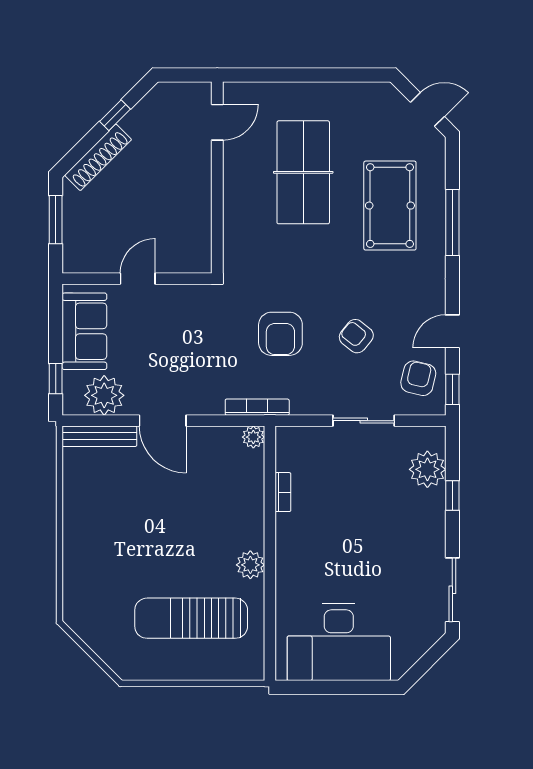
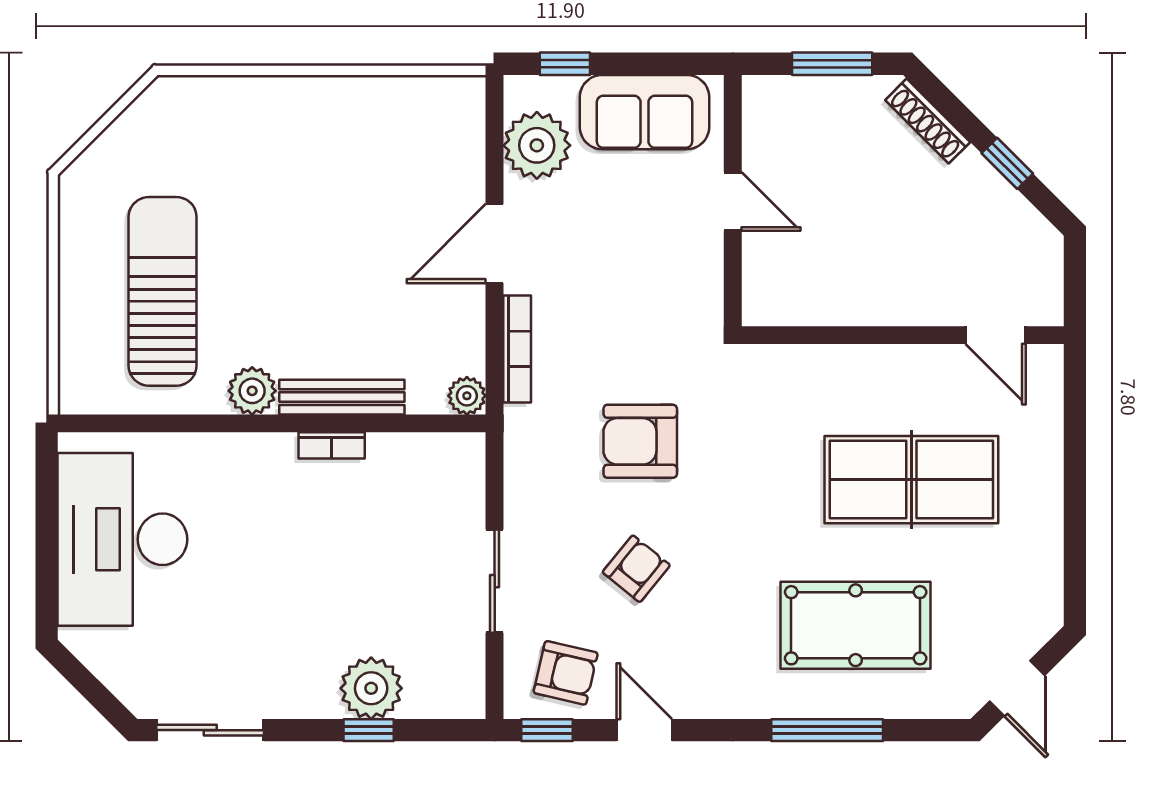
shoe rack: (98, 157) -> (928, 121), width x0.74, depth x0.81
bookcase: (257, 407) -> (517, 349), moved
bench: (99, 436) -> (342, 397), moved, turned 90
plant: (427, 469) -> (371, 688), moved
bookcase: (283, 492) -> (332, 445), moved

